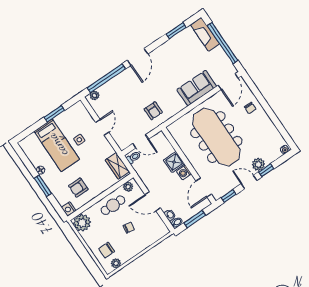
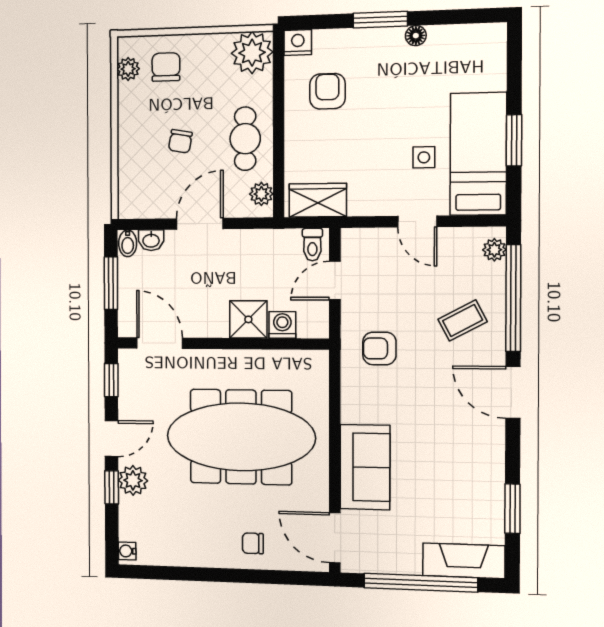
coffee table: (125, 90) -> (463, 320), added
bed: (57, 145) -> (478, 154), moved, turned 90
washing machine: (184, 172) -> (282, 325), moved

